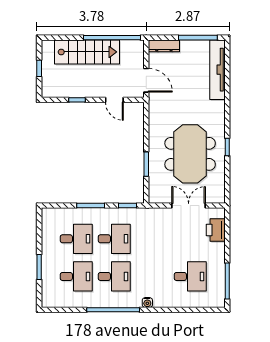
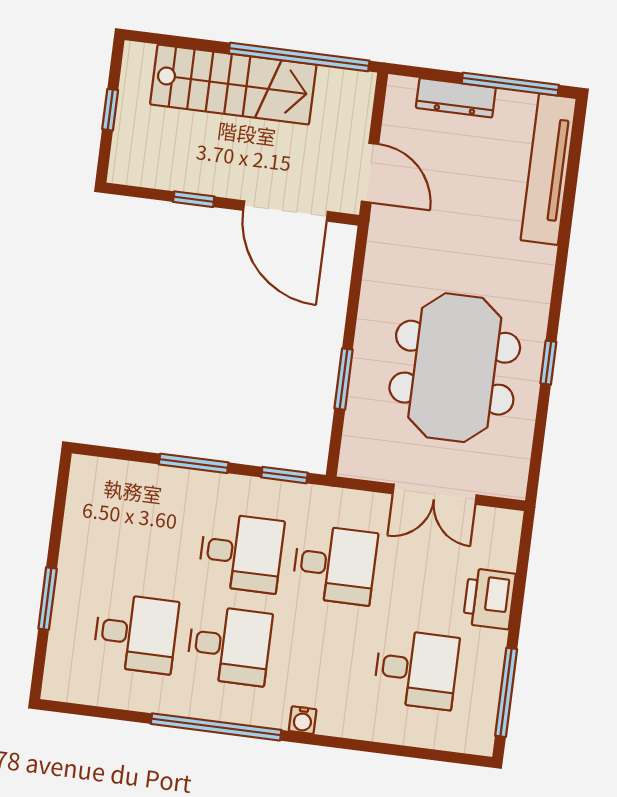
dresser: (164, 46) -> (456, 98), moved
door: (114, 100) -> (285, 211), width x1.88
double door: (189, 206) -> (435, 494), swing flipped
printer: (216, 230) -> (489, 599), moved
desk: (76, 239) -> (335, 565), moved

